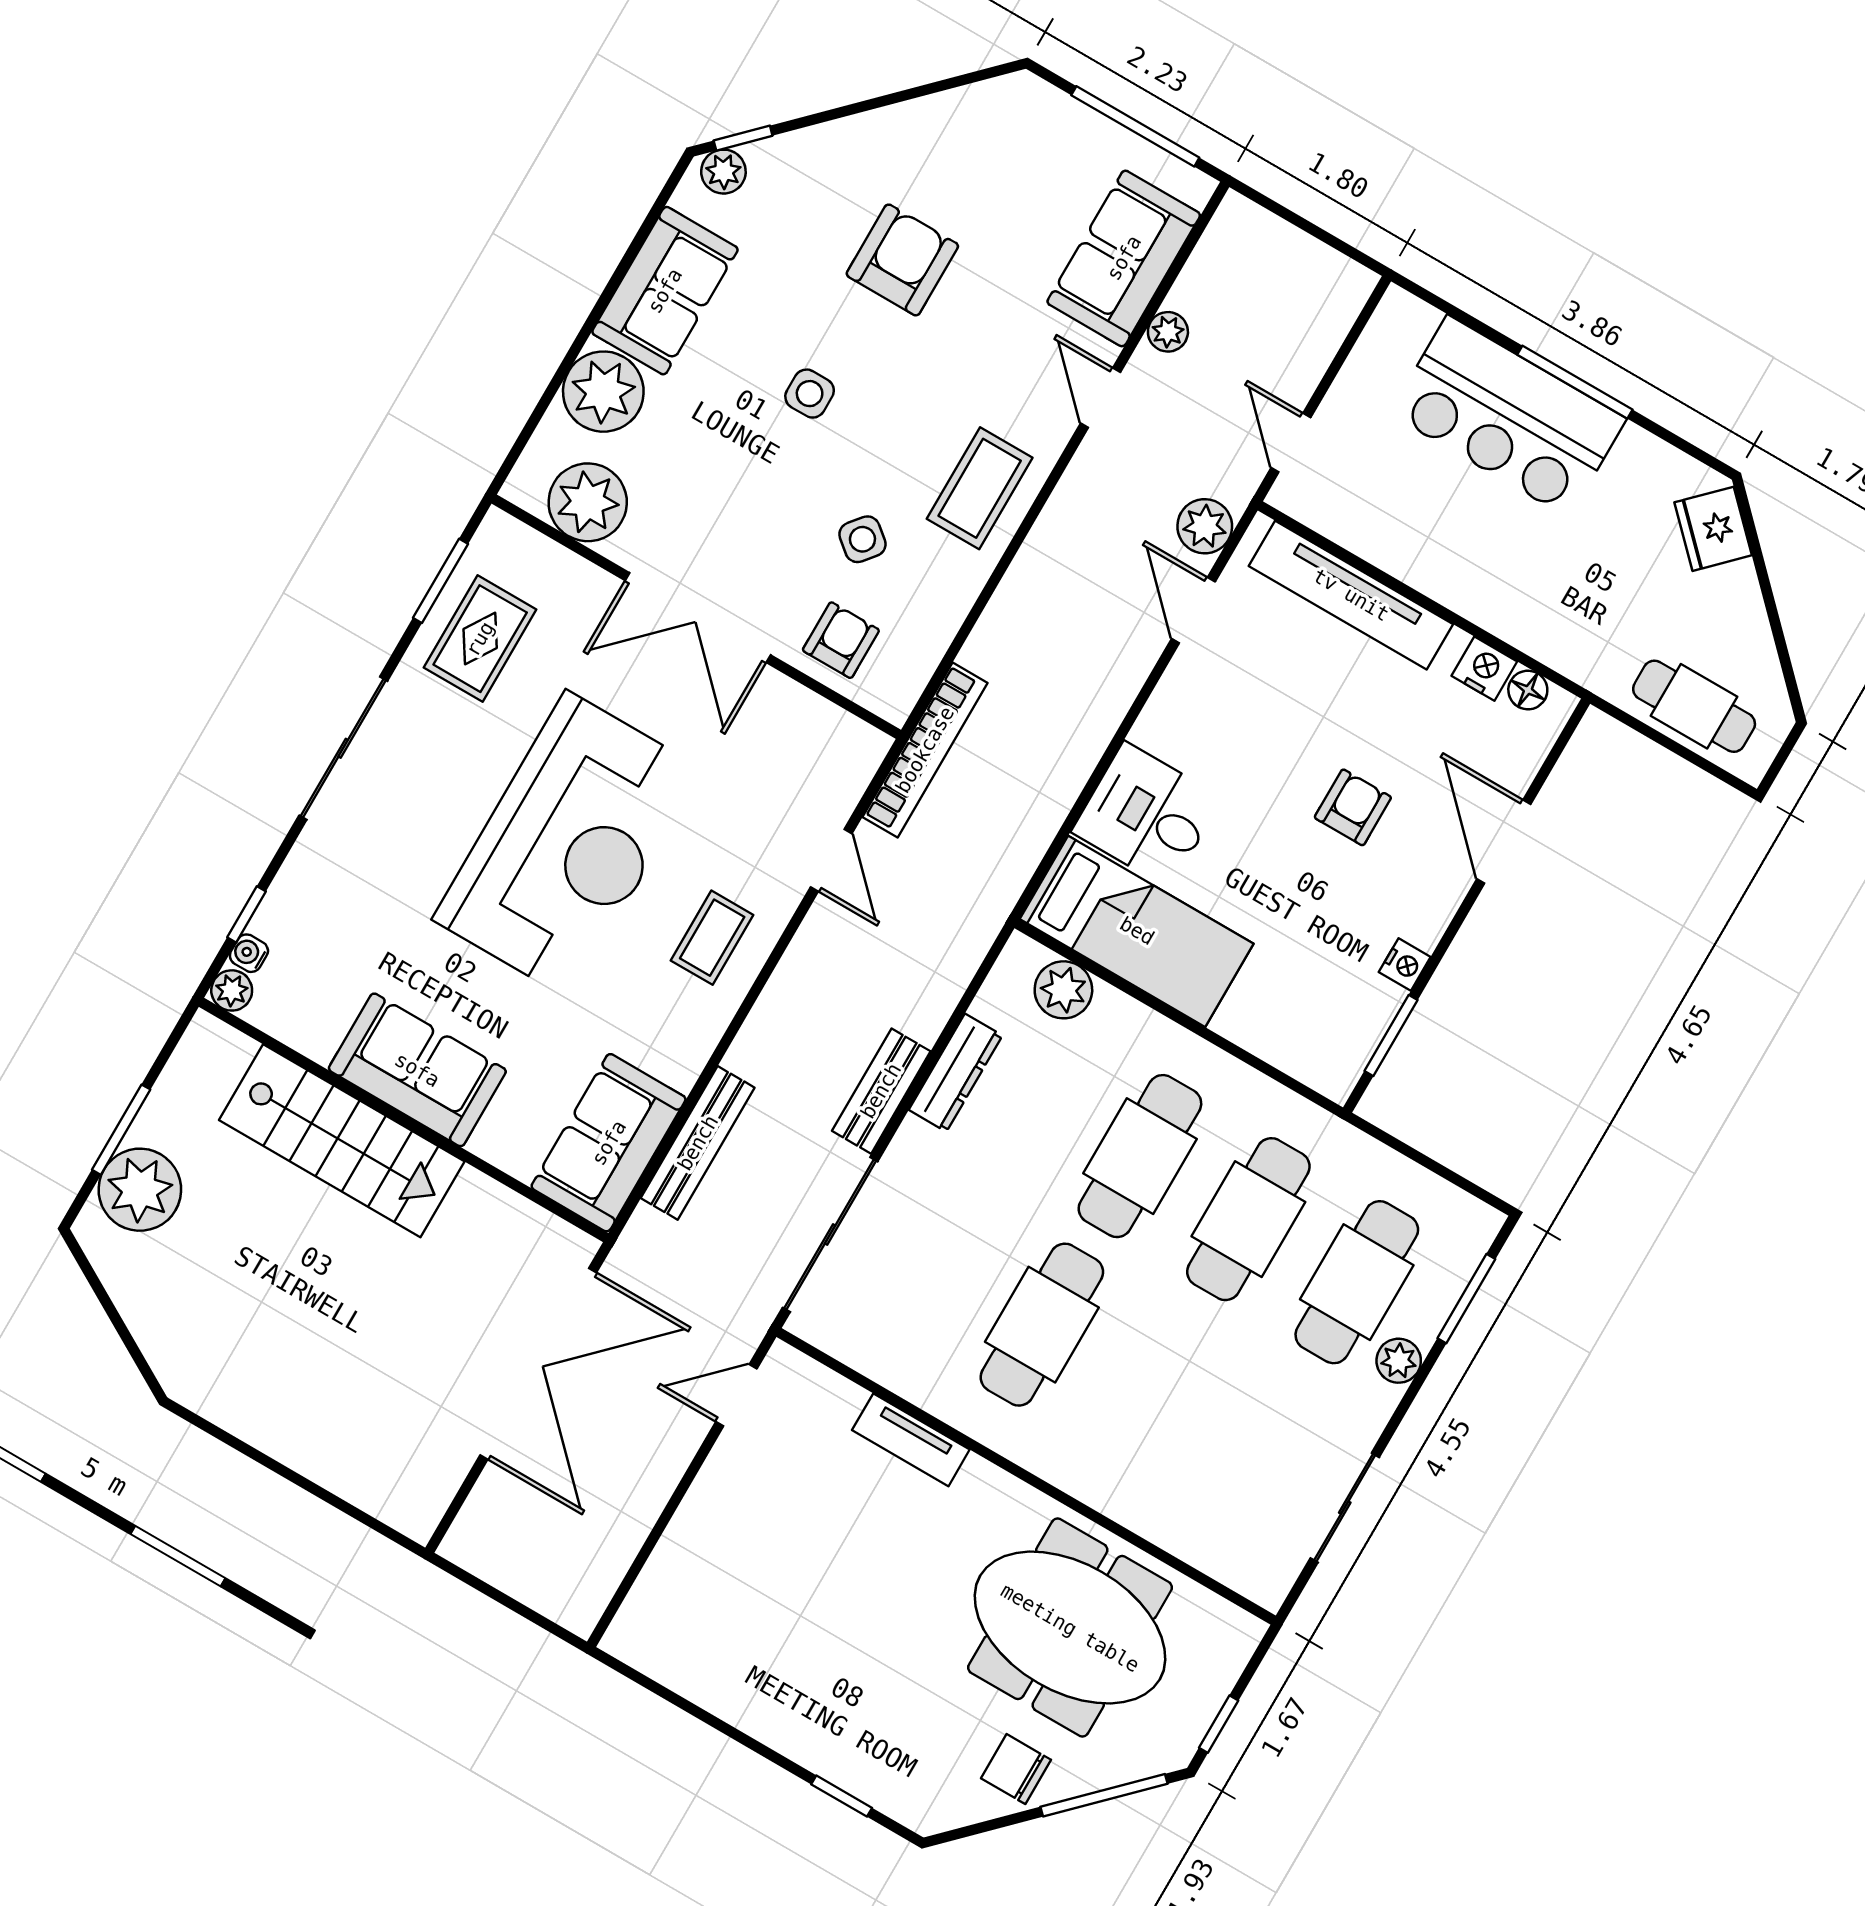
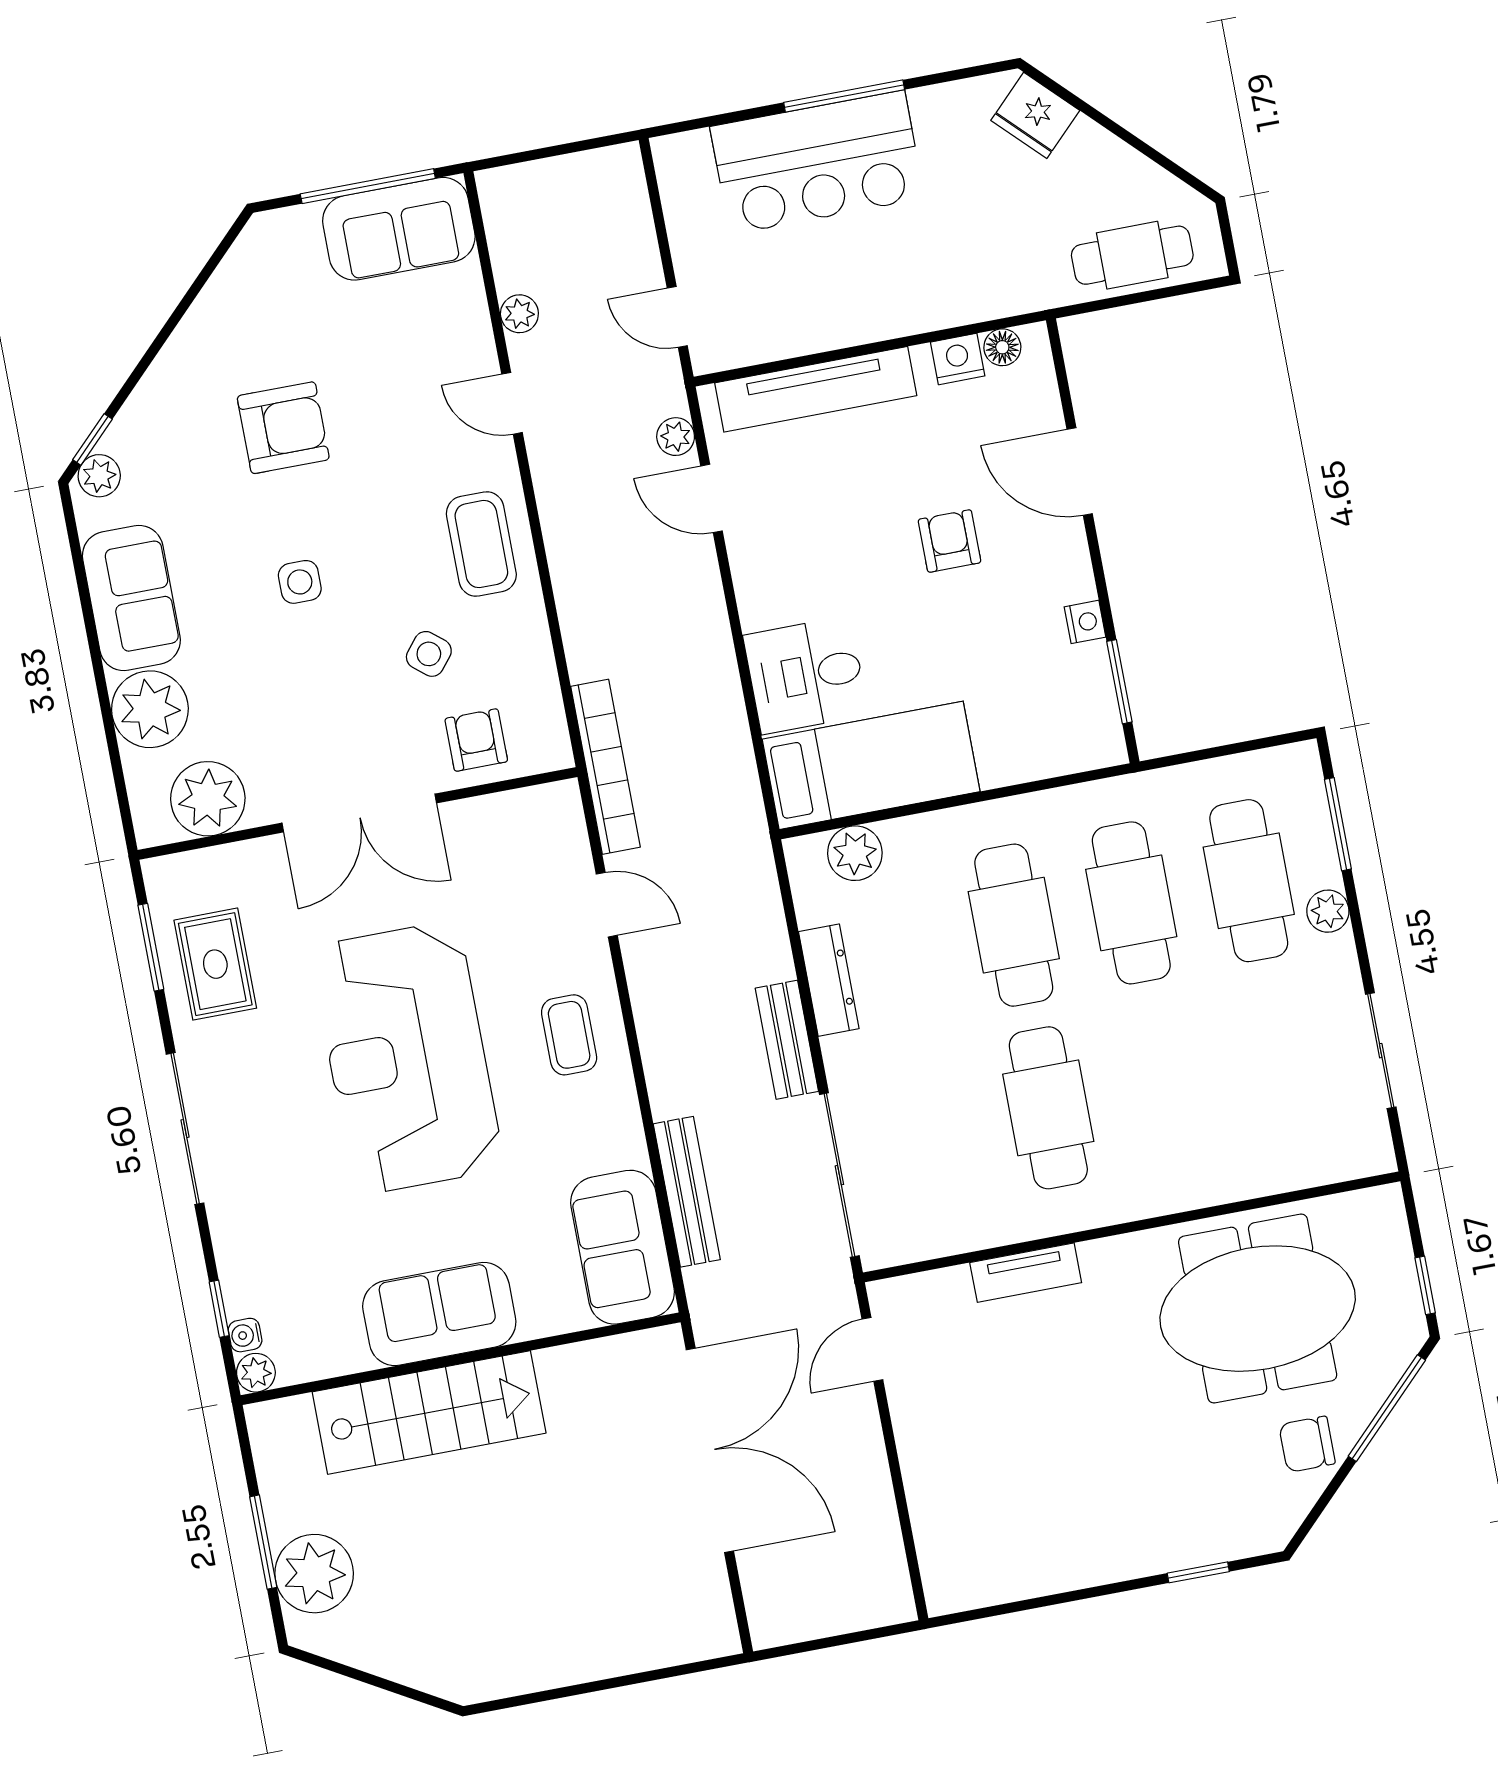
sofa: (1124, 258) -> (399, 229), moved, turned -90
armchair: (902, 260) -> (283, 428), turned 90
plant: (1205, 526) -> (676, 437), width x0.73, depth x0.73
reception desk: (568, 845) -> (407, 1058), turned 180

